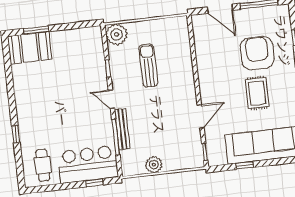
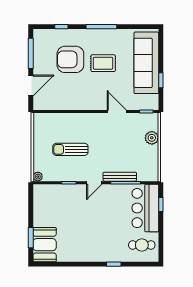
plant: (117, 34) -> (38, 177), width x0.53, depth x0.53
plant: (154, 165) -> (152, 138), moved

